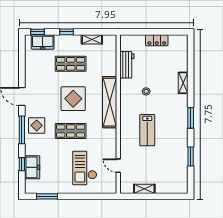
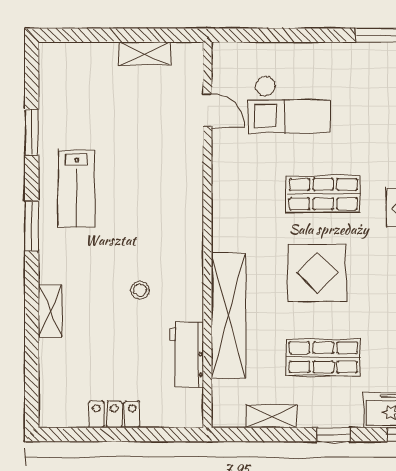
shelving: (110, 102) -> (228, 316), moved
lab bench: (147, 130) -> (77, 188), moved, turned 180
checkout: (85, 168) -> (289, 104), turned 90

